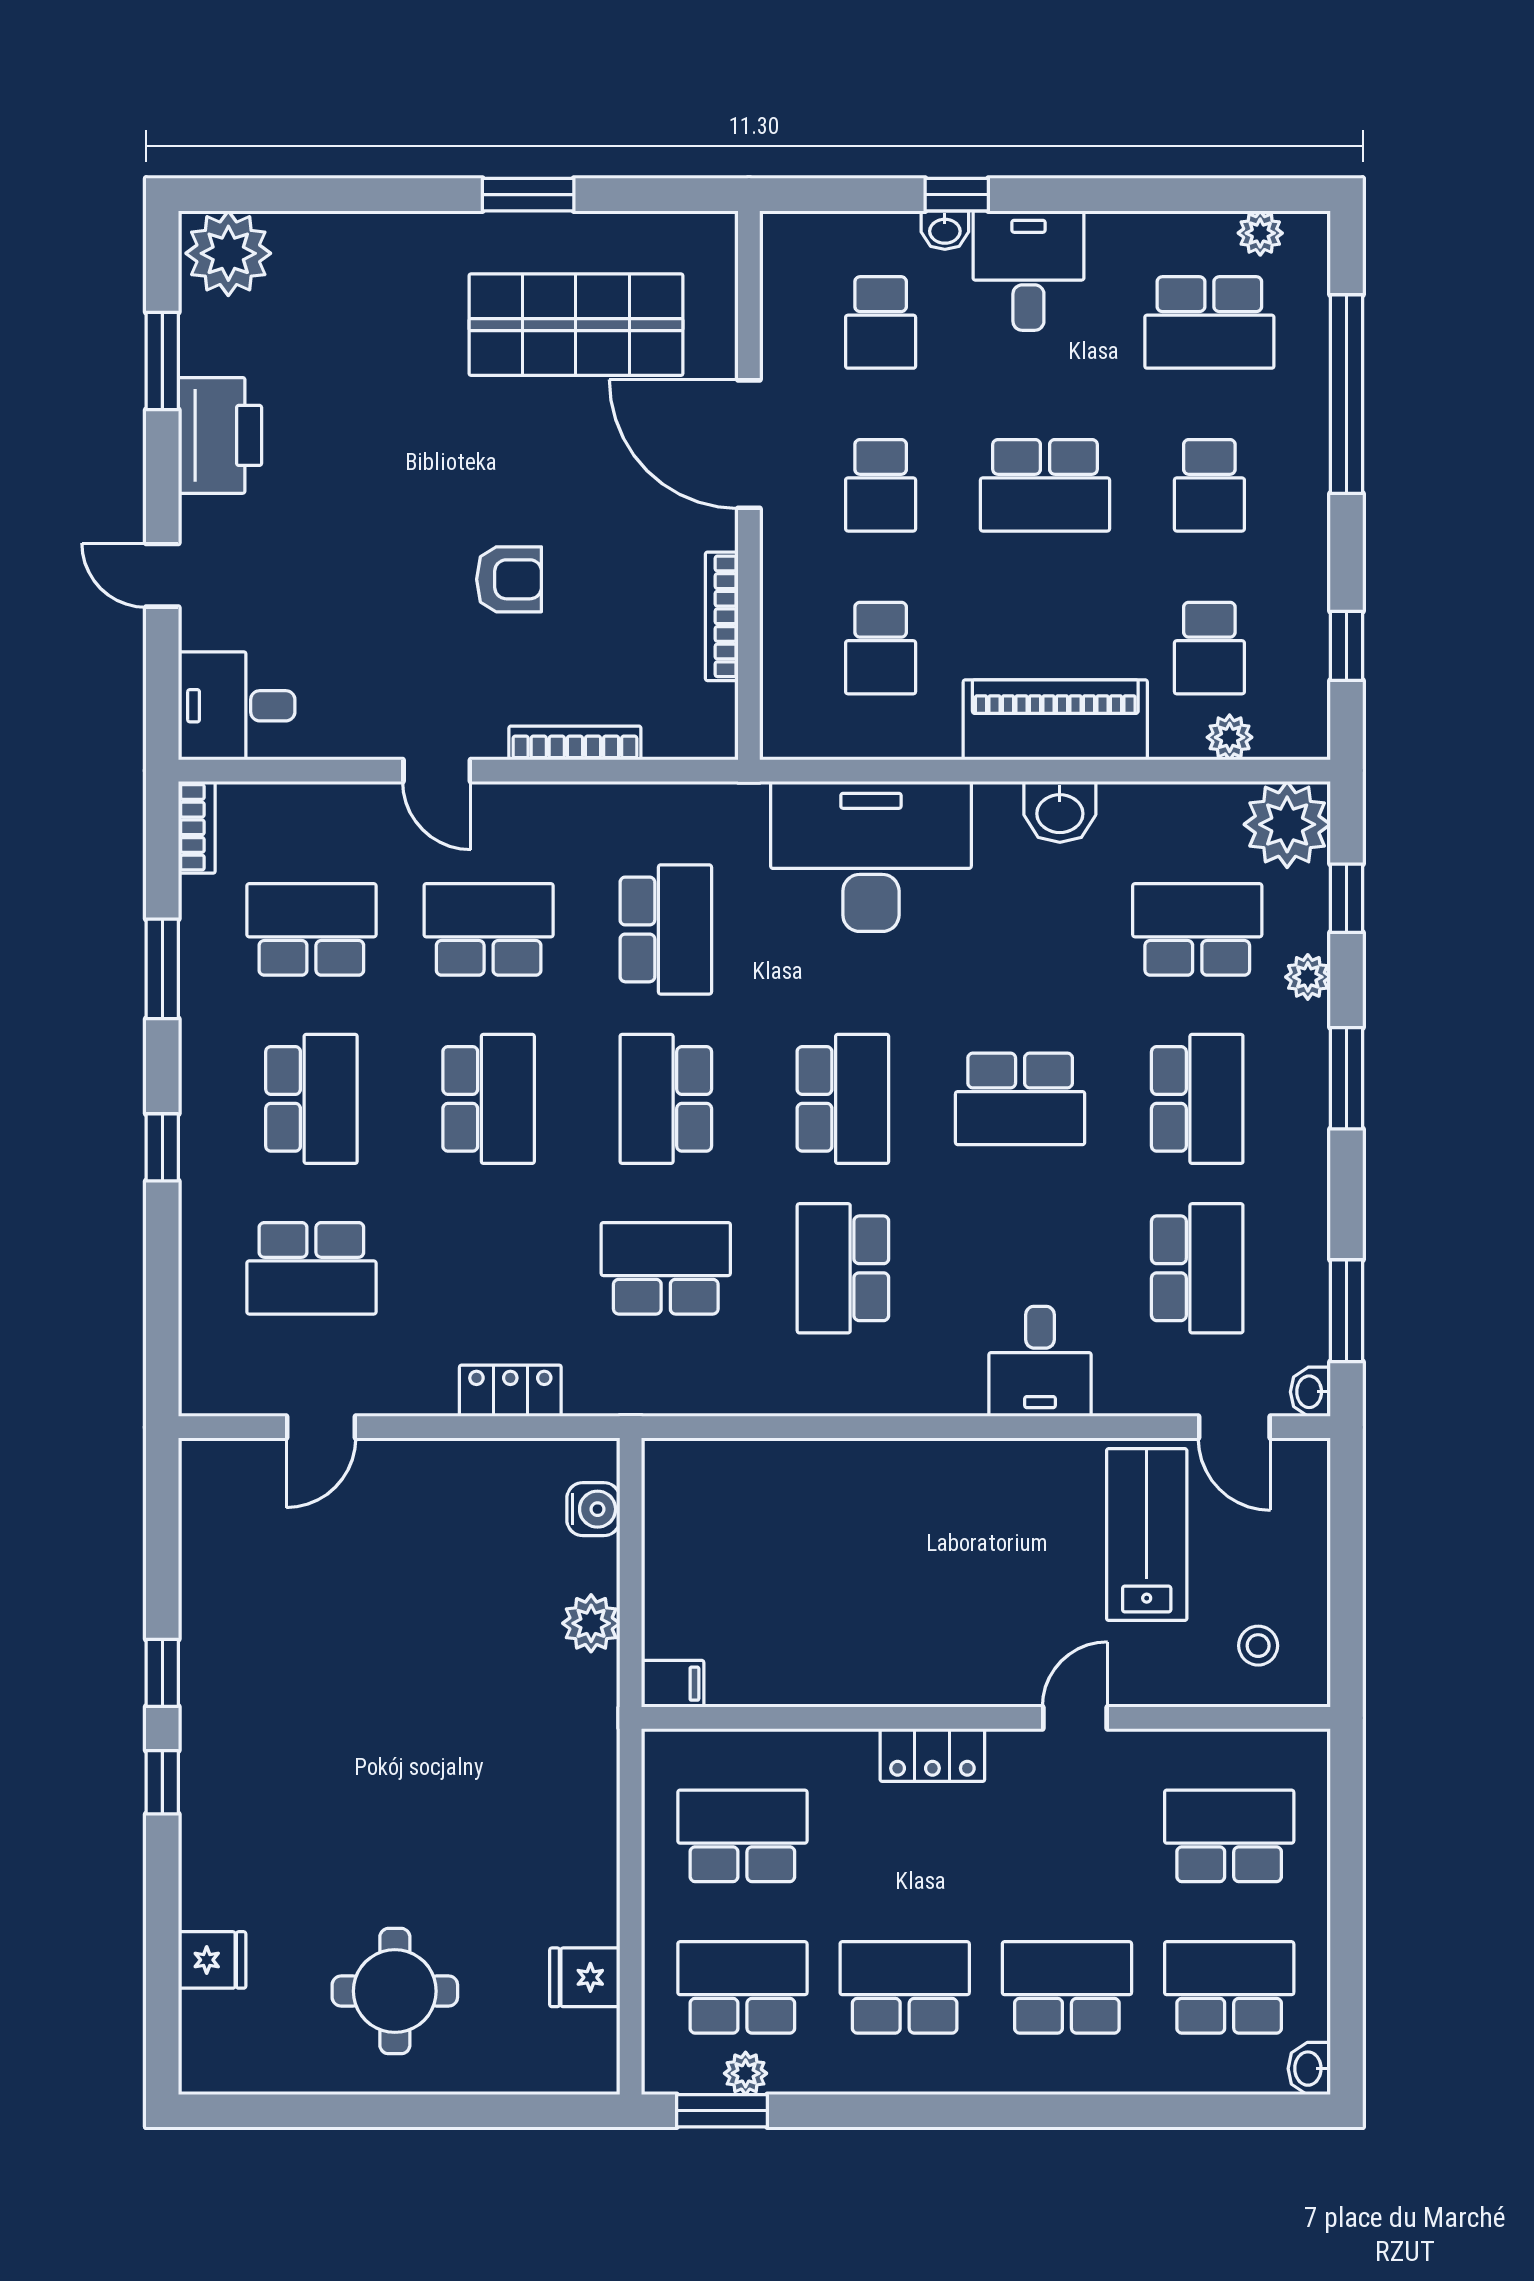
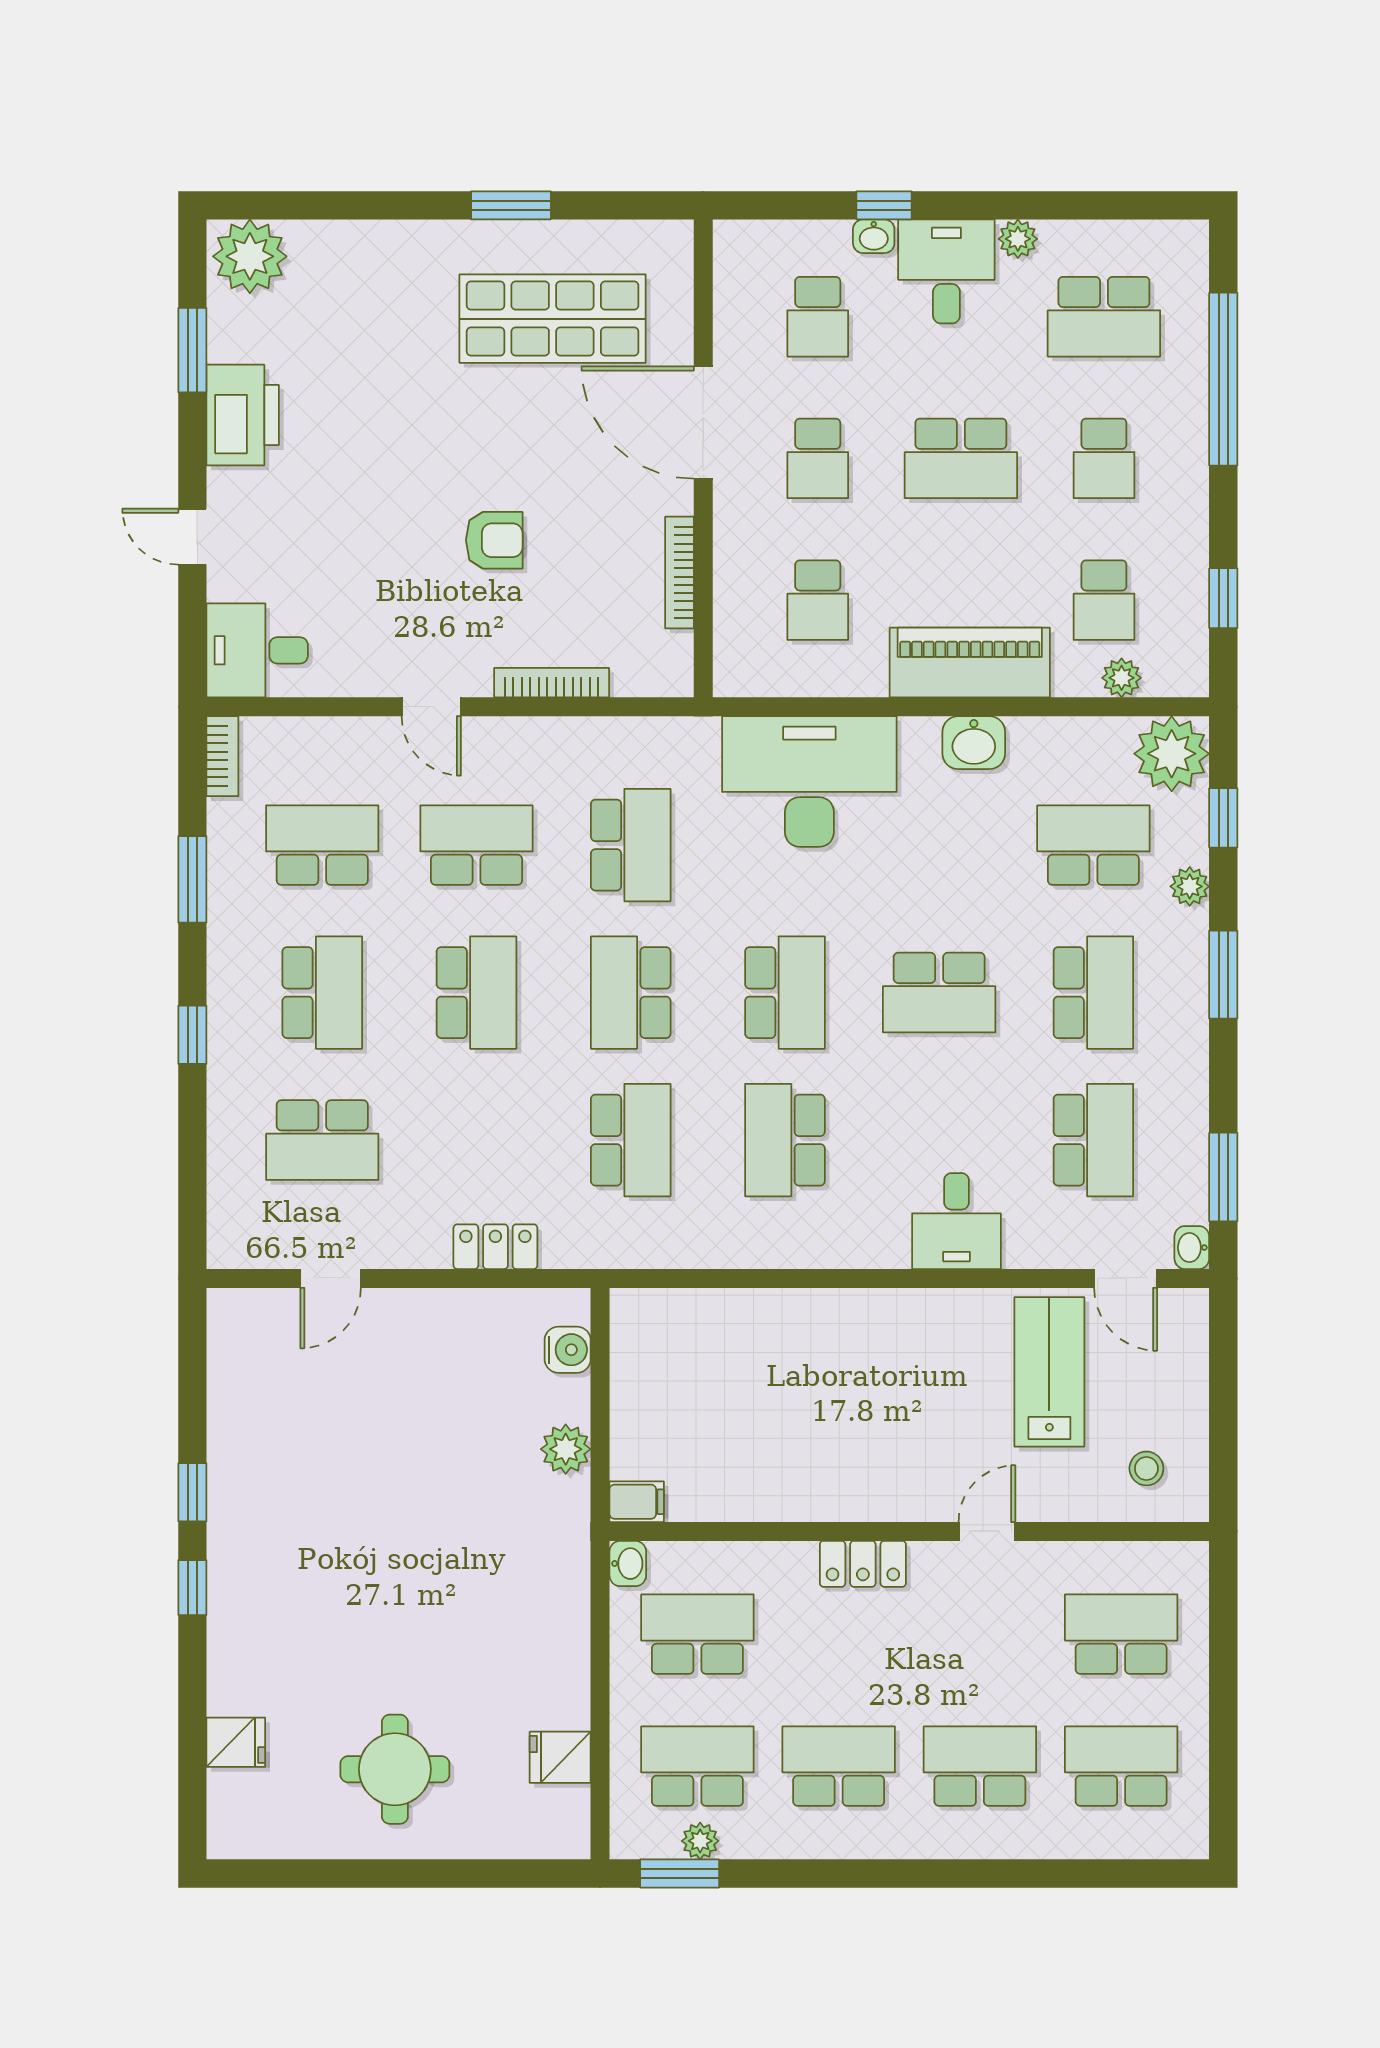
plant: (1260, 233) -> (1018, 239), moved
school desk: (666, 1268) -> (631, 1140), turned 90
washbasin: (1309, 2069) -> (628, 1564), moved, turned 180

